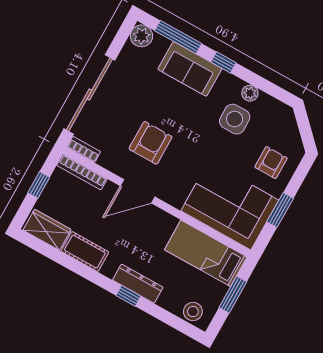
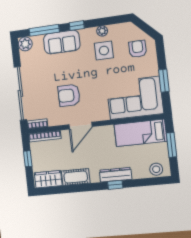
armchair: (151, 143) -> (69, 95), turned -90
armchair: (271, 163) -> (138, 49), moved

